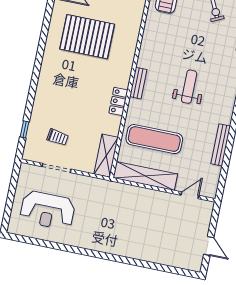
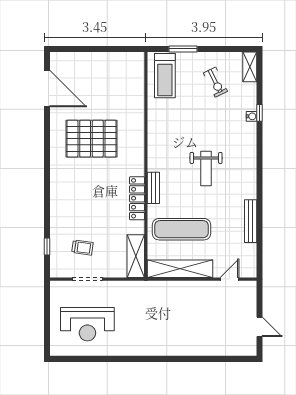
bench: (138, 83) -> (153, 188), moved
weight bench: (189, 87) -> (206, 168), turned 180
locker: (118, 101) -> (137, 198), width x1.53

